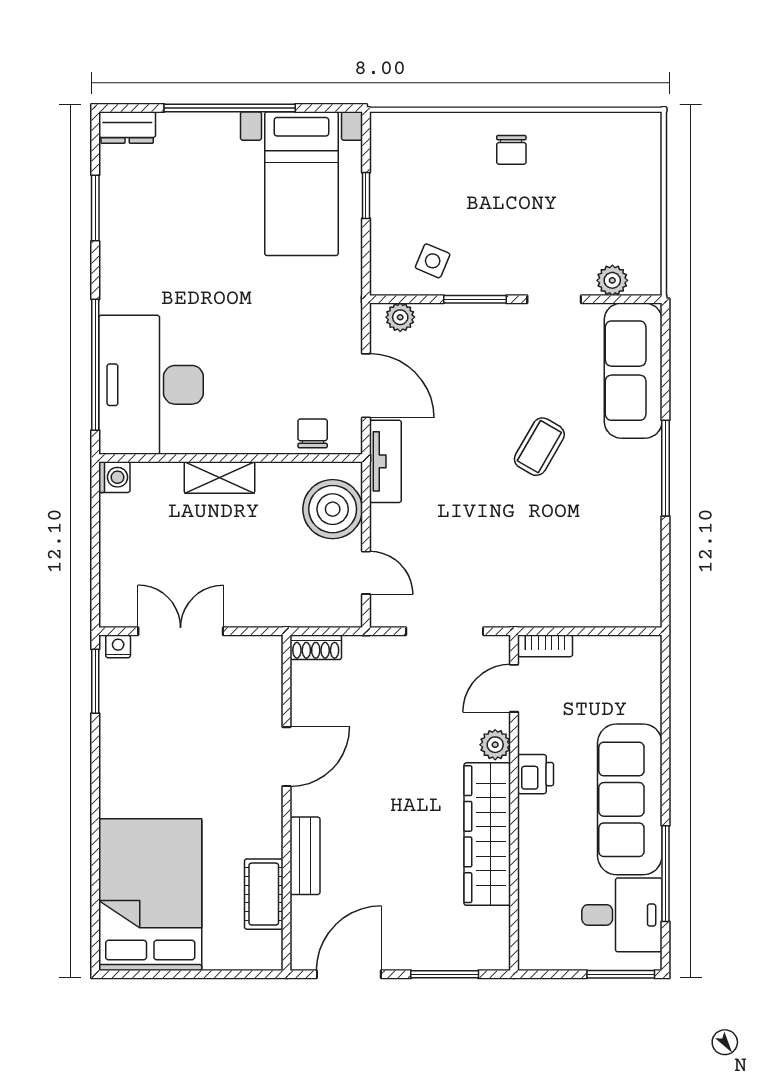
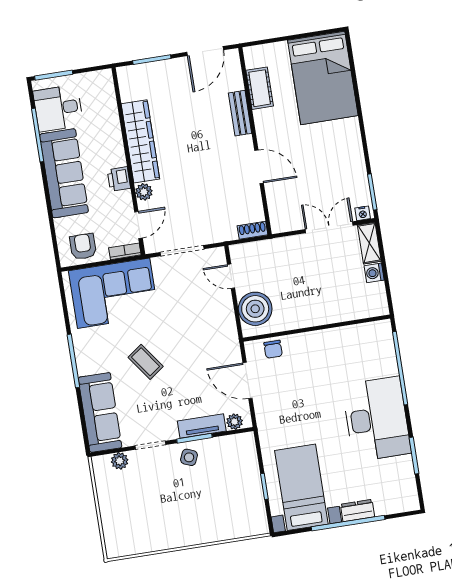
dresser: (127, 127) -> (358, 511), moved
chair: (511, 150) -> (187, 525), removed
side table: (433, 261) -> (189, 457), moved
desk: (151, 385) -> (376, 419), moved
coffee table: (539, 447) -> (146, 362), turned -66
tv unit: (385, 461) -> (202, 426), moved, turned 90
washing machine: (114, 477) -> (374, 273), moved
shelving: (219, 478) -> (369, 243), moved, turned 90
corner sofa: (576, 576) -> (114, 293), added
double door: (181, 631) -> (329, 227), swing flipped
armchair: (617, 666) -> (83, 246), added
door: (287, 757) -> (259, 167), swing flipped

